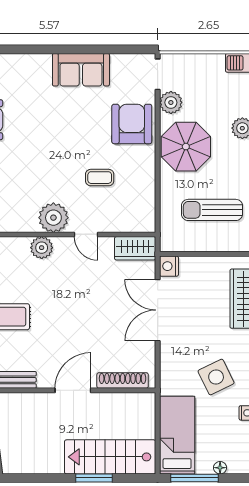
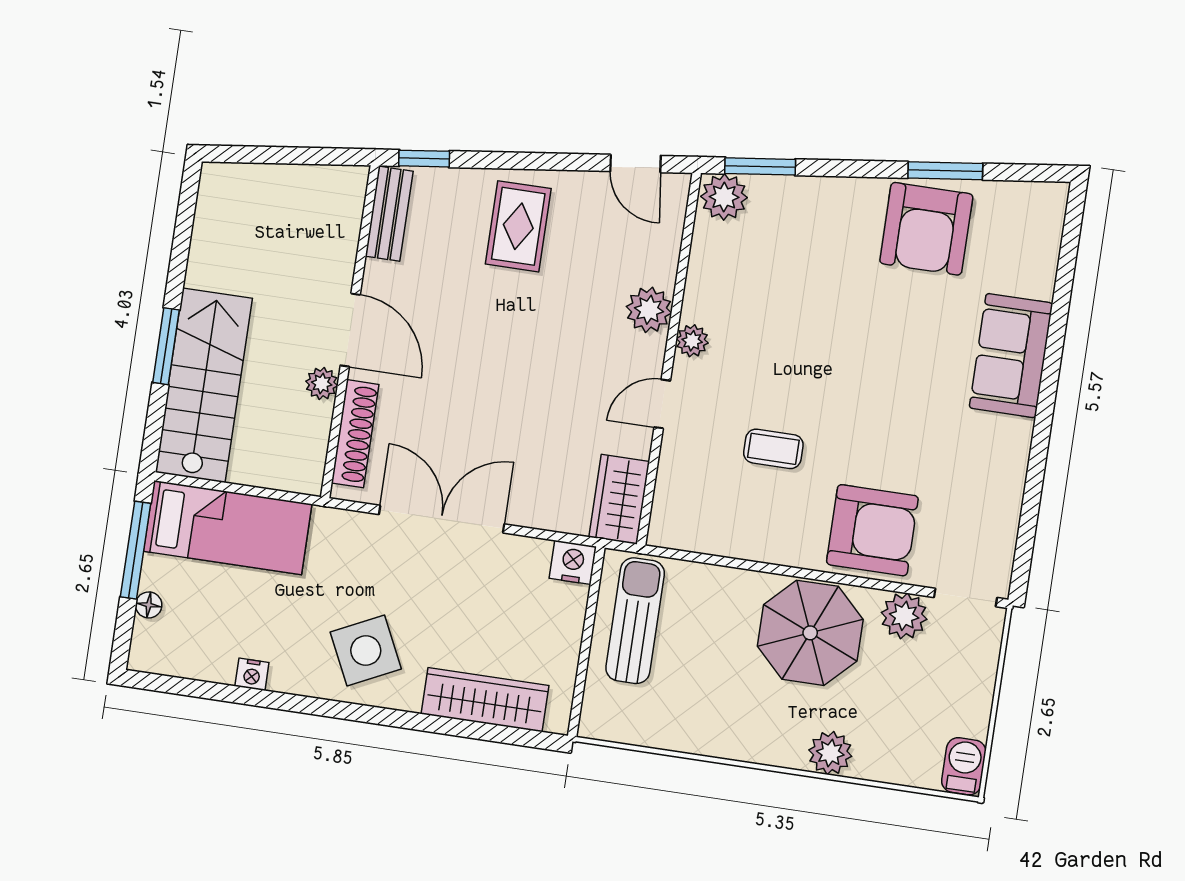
sofa: (81, 70) -> (1011, 356), moved
coffee table: (100, 178) -> (773, 449), turned 90
sun lounger: (212, 210) -> (635, 621), moved
plant: (53, 218) -> (692, 341), width x0.53, depth x0.53
double door: (158, 310) -> (442, 519), moved
side table: (216, 377) -> (366, 650), moved
plant: (101, 400) -> (322, 383), added

